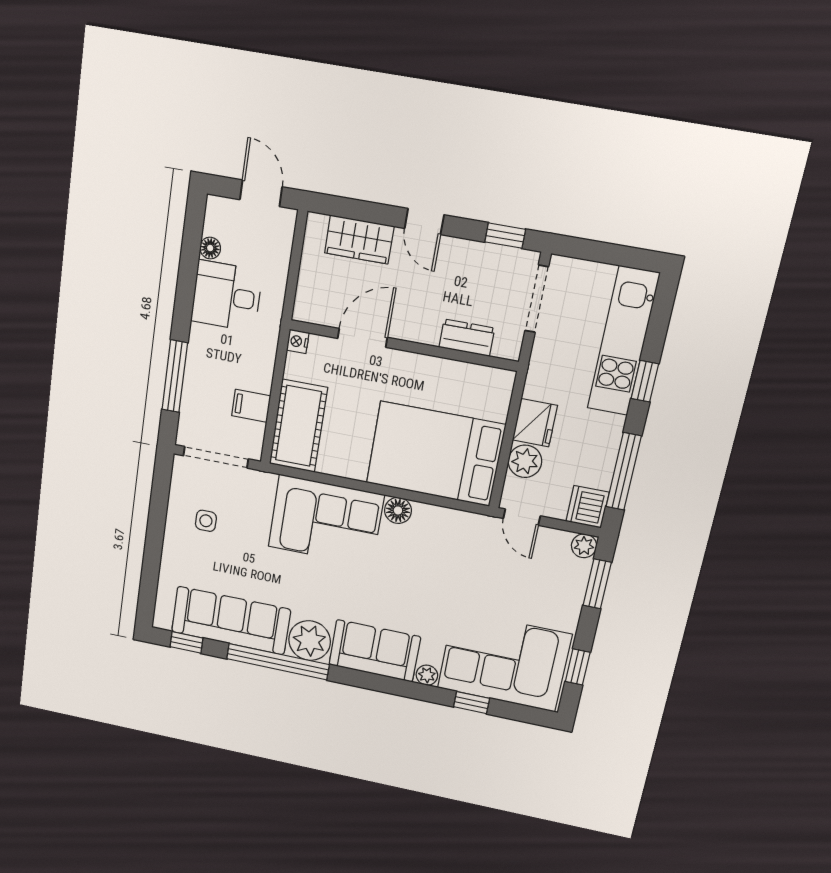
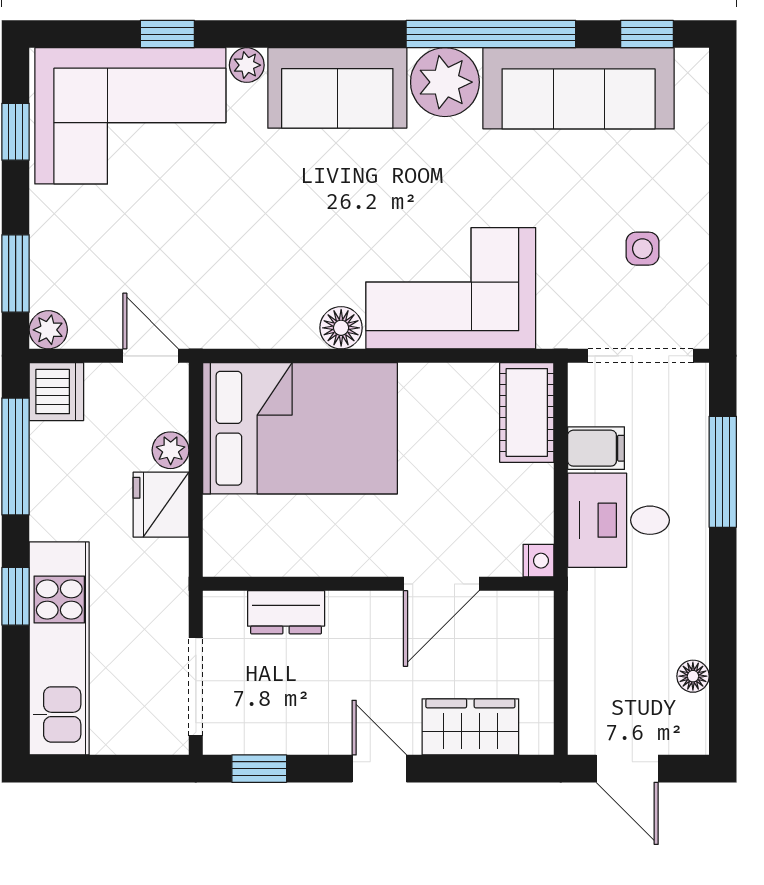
desk: (226, 296) -> (618, 520), moved, turned 180
cot: (298, 426) -> (527, 412), width x0.73, depth x0.75
plant: (525, 461) -> (171, 450), width x0.73, depth x0.73

